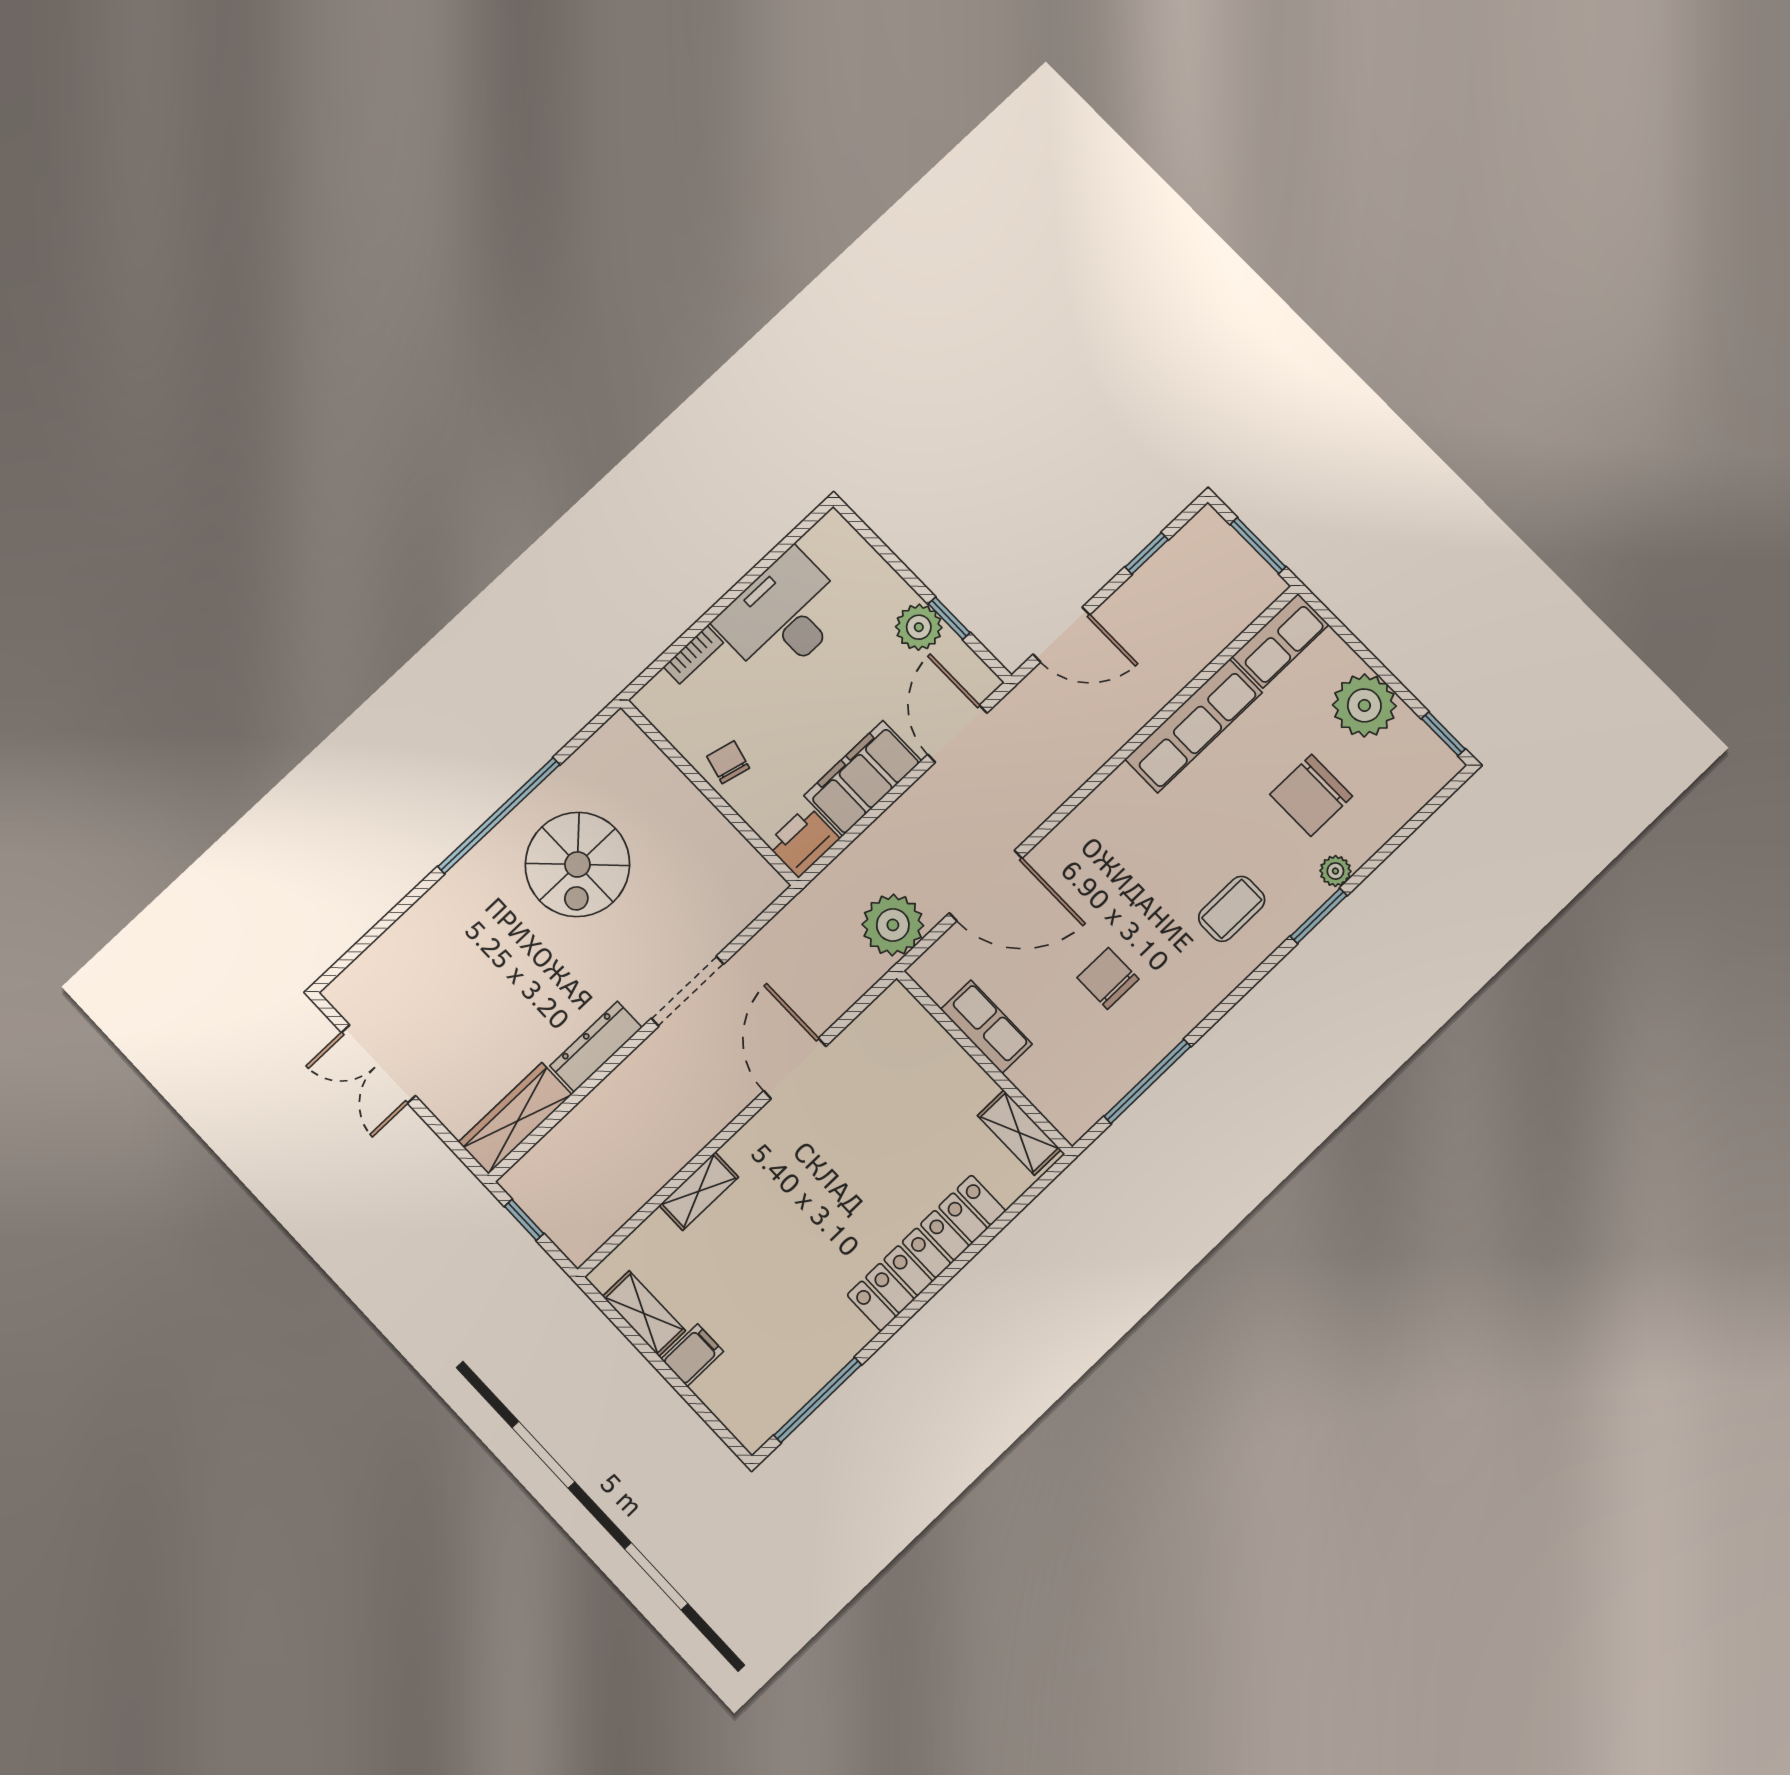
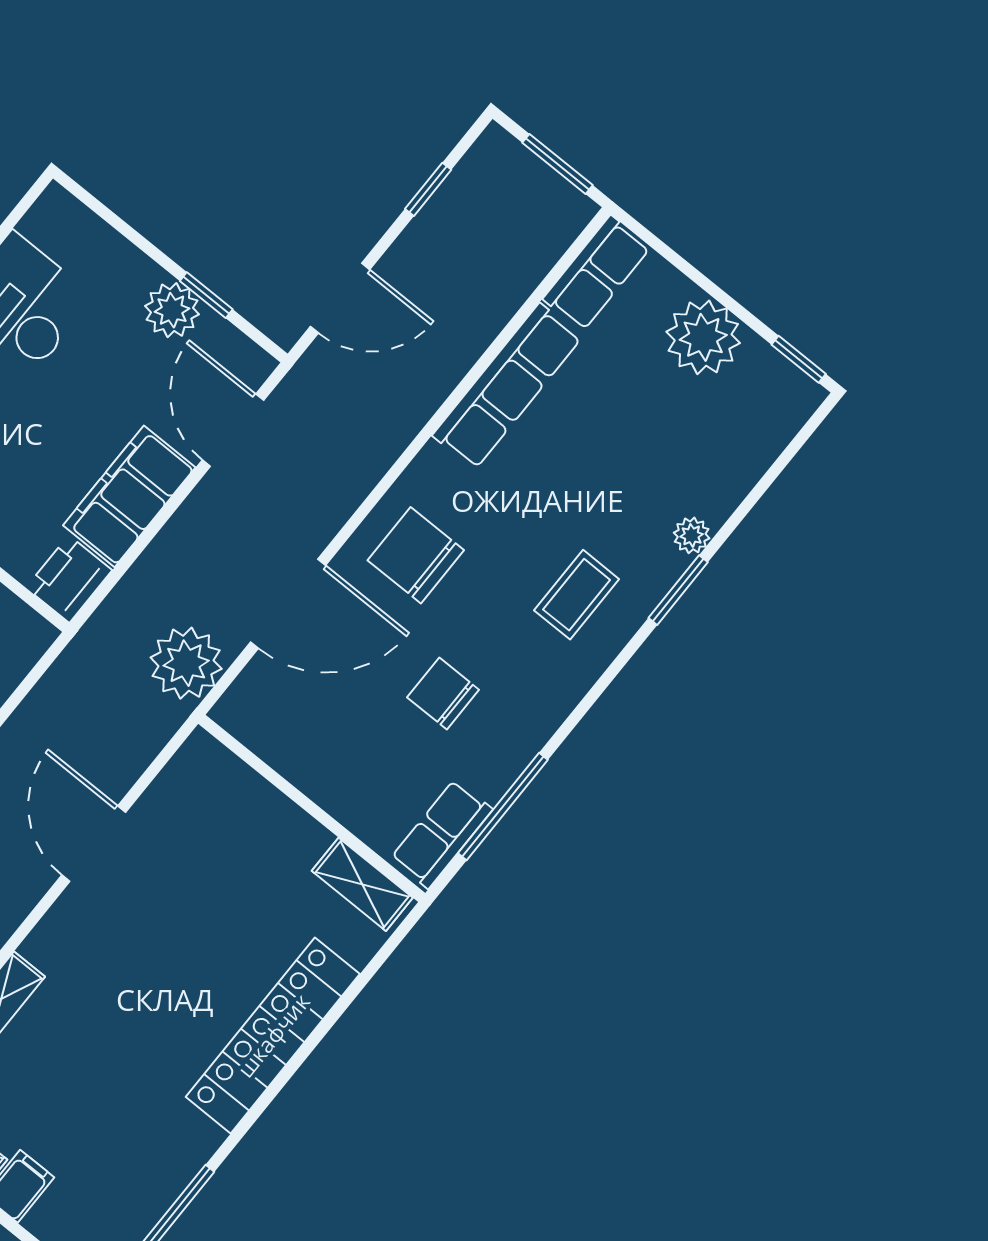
chair: (1311, 795) -> (416, 555), moved, turned 90
row of seats: (986, 1027) -> (442, 834), moved, turned -90

